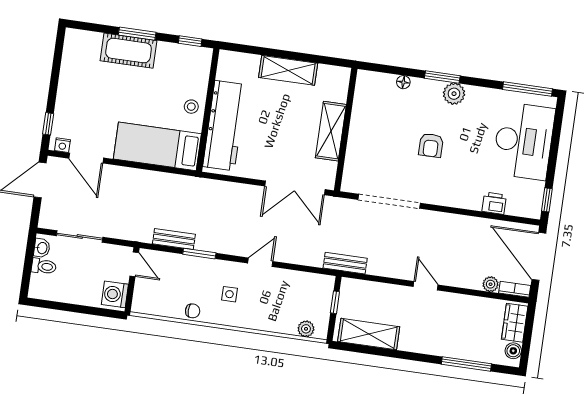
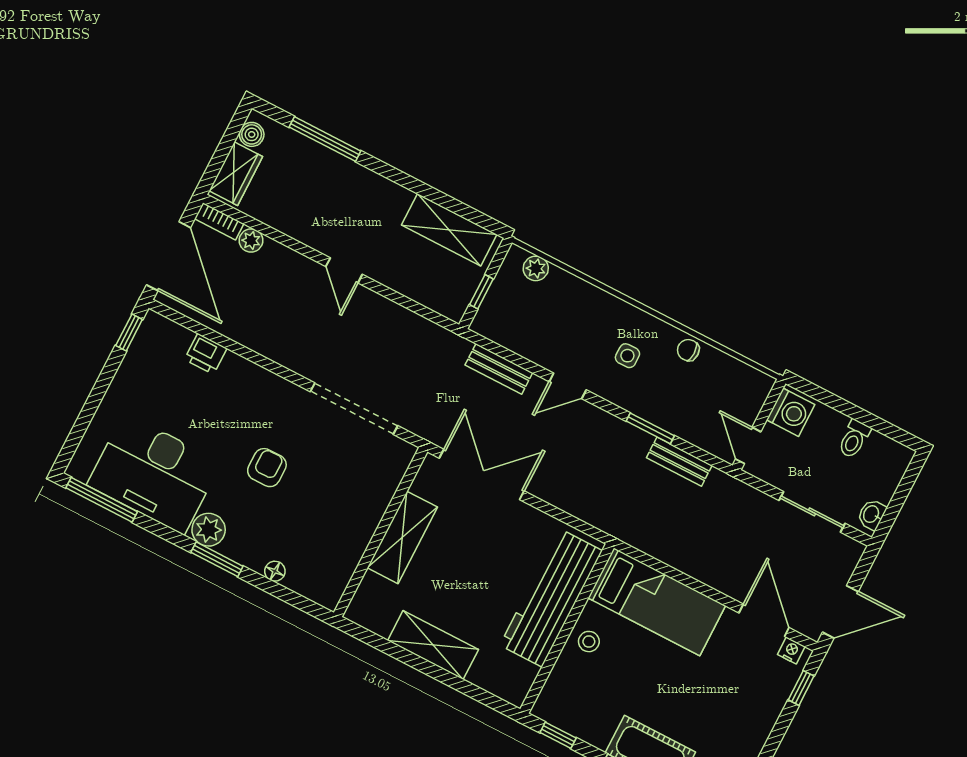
desk: (524, 141) -> (154, 474), moved, turned -90
bench: (345, 263) -> (499, 369), moved
toilet: (44, 266) -> (854, 439), moved, turned -90

